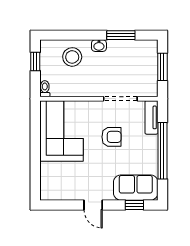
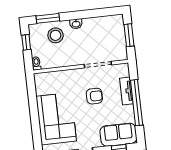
window: (121, 35) -> (48, 18), moved
tv unit: (151, 117) -> (126, 91), moved
corner sofa: (61, 131) -> (56, 119), moved

